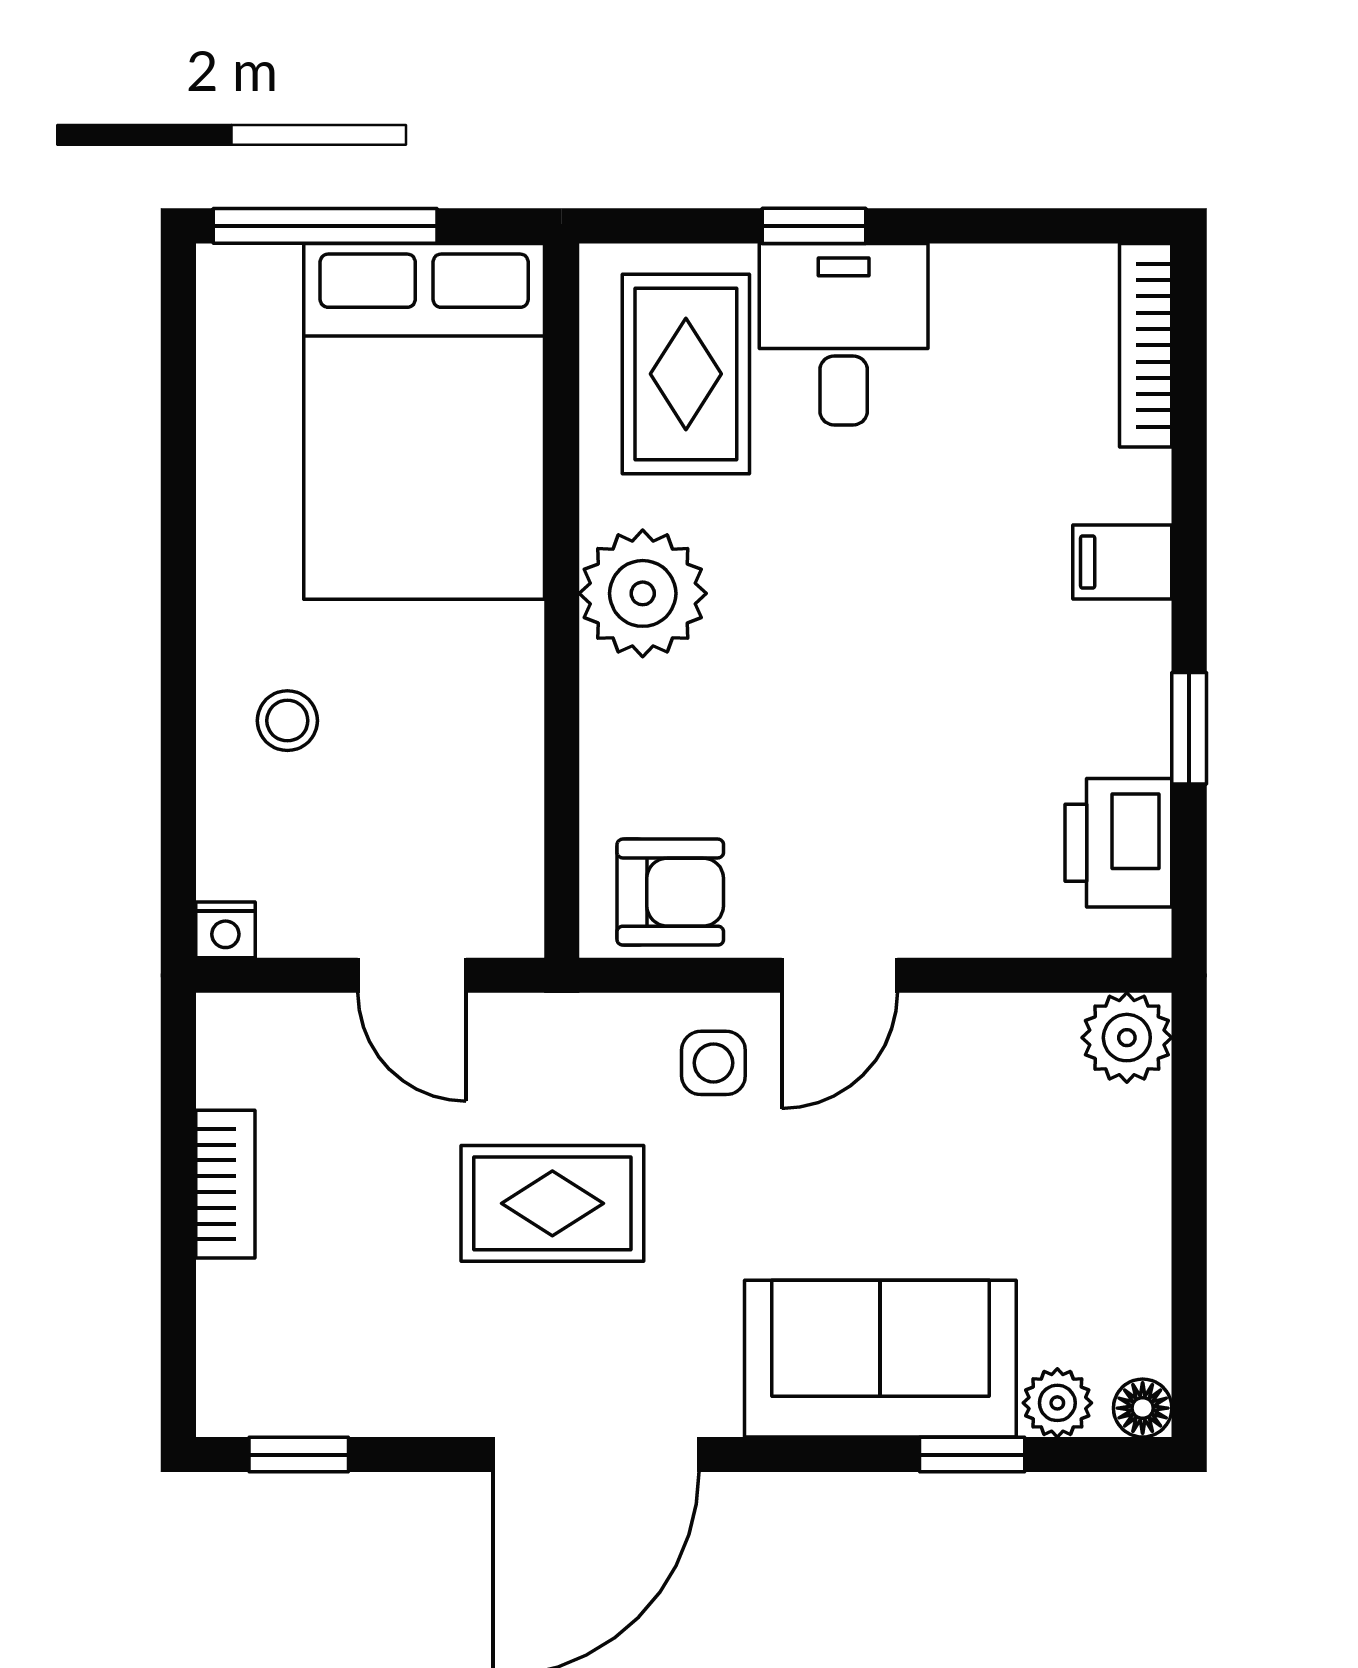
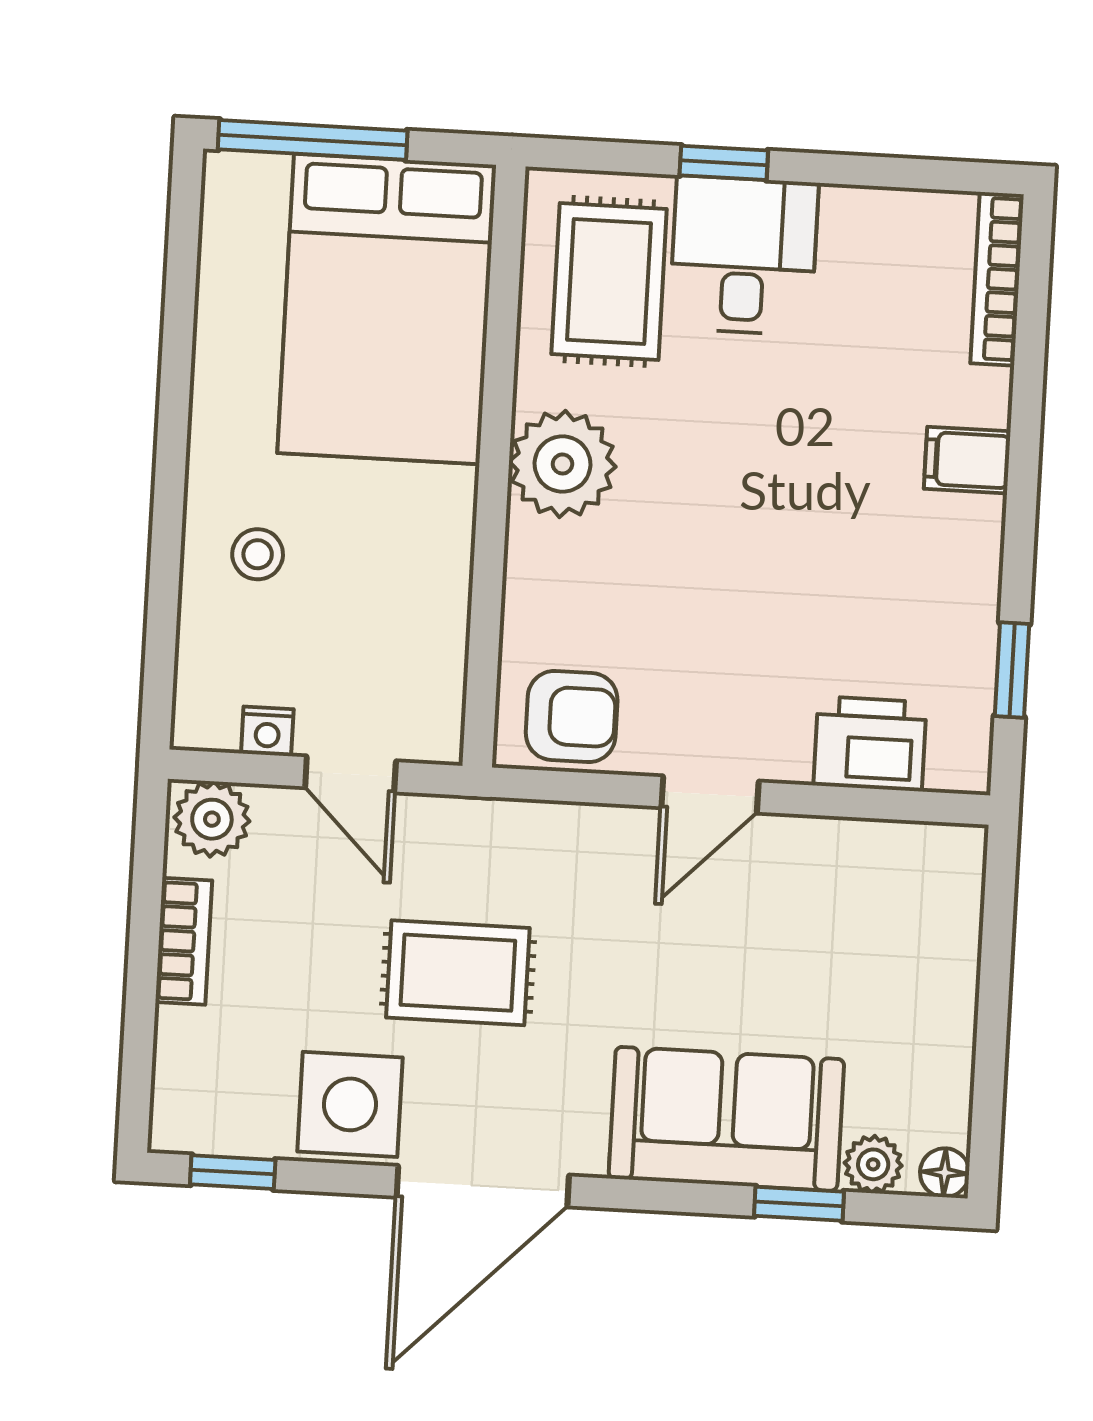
window: (1189, 728) -> (1012, 670), moved
printer: (1118, 843) -> (870, 744), moved, turned 90
nightstand: (225, 930) -> (267, 731), moved
plant: (1127, 1038) -> (212, 819), moved
side table: (713, 1063) -> (350, 1104), moved, width x1.87, depth x1.87

